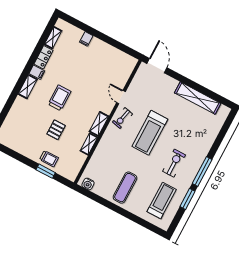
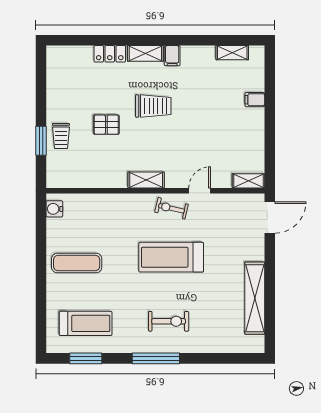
locker: (43, 57) -> (110, 54), moved
shelving: (89, 144) -> (248, 181), moved
exercise bike: (174, 163) -> (169, 321), moved
window: (188, 199) -> (86, 358), moved

